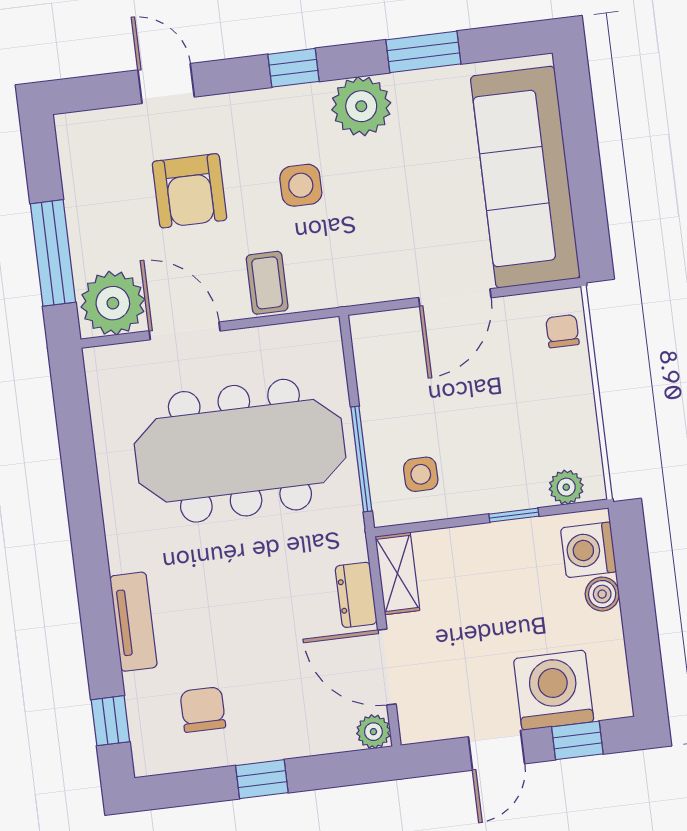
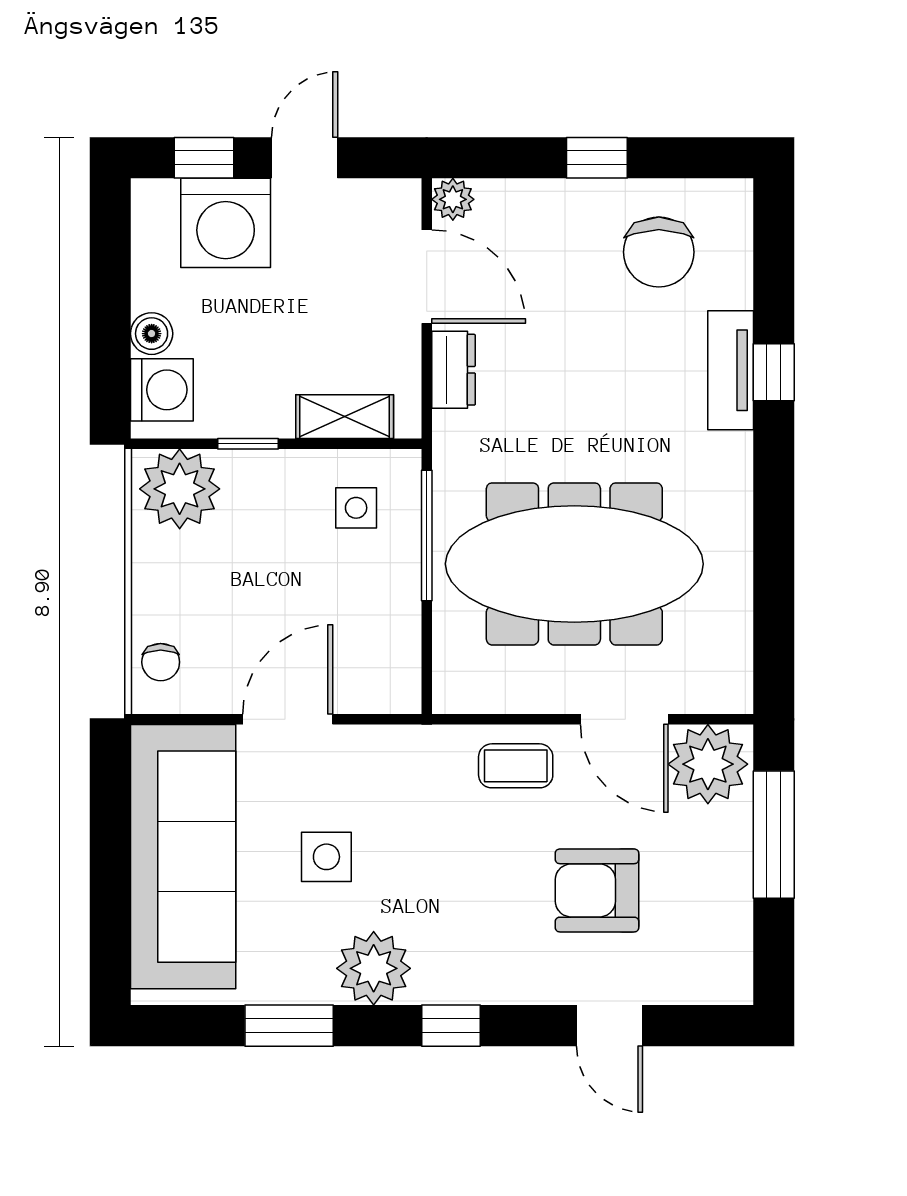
side table: (301, 185) -> (326, 857), moved
armchair: (190, 191) -> (597, 890), turned -90
coffee table: (267, 283) -> (516, 766), turned 90
plant: (566, 487) -> (180, 489), width x1.88, depth x1.88
shelving: (397, 573) -> (345, 417), moved, turned 90
chair: (203, 710) -> (659, 252), width x1.37, depth x1.37
window: (110, 721) -> (774, 372), moved

